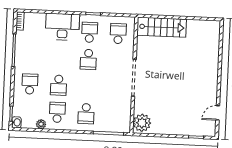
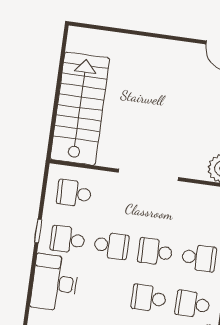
stairs: (162, 27) -> (80, 109), width x1.36, depth x1.51
school desk: (59, 85) -> (149, 298), turned 180
school desk: (87, 86) -> (155, 252), added

